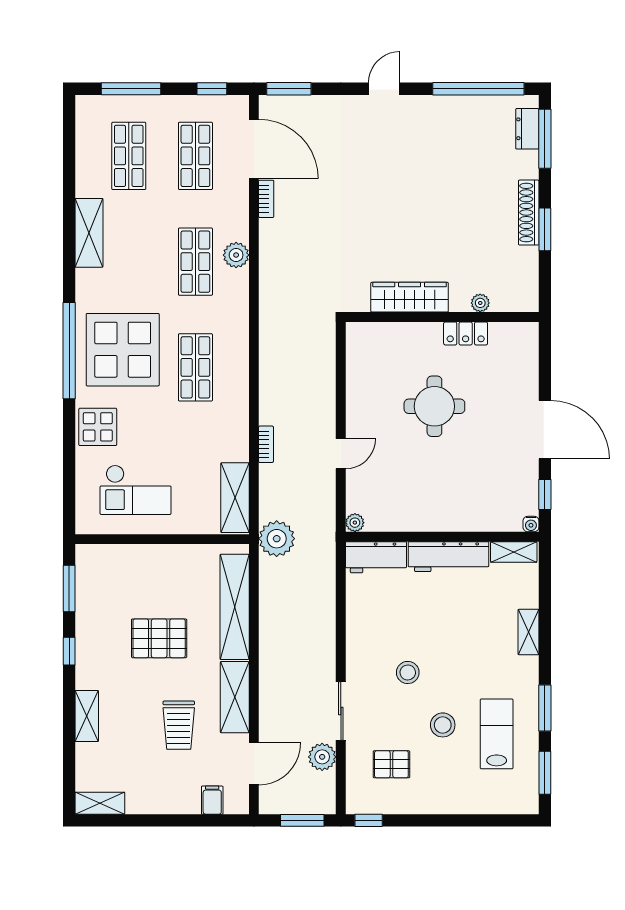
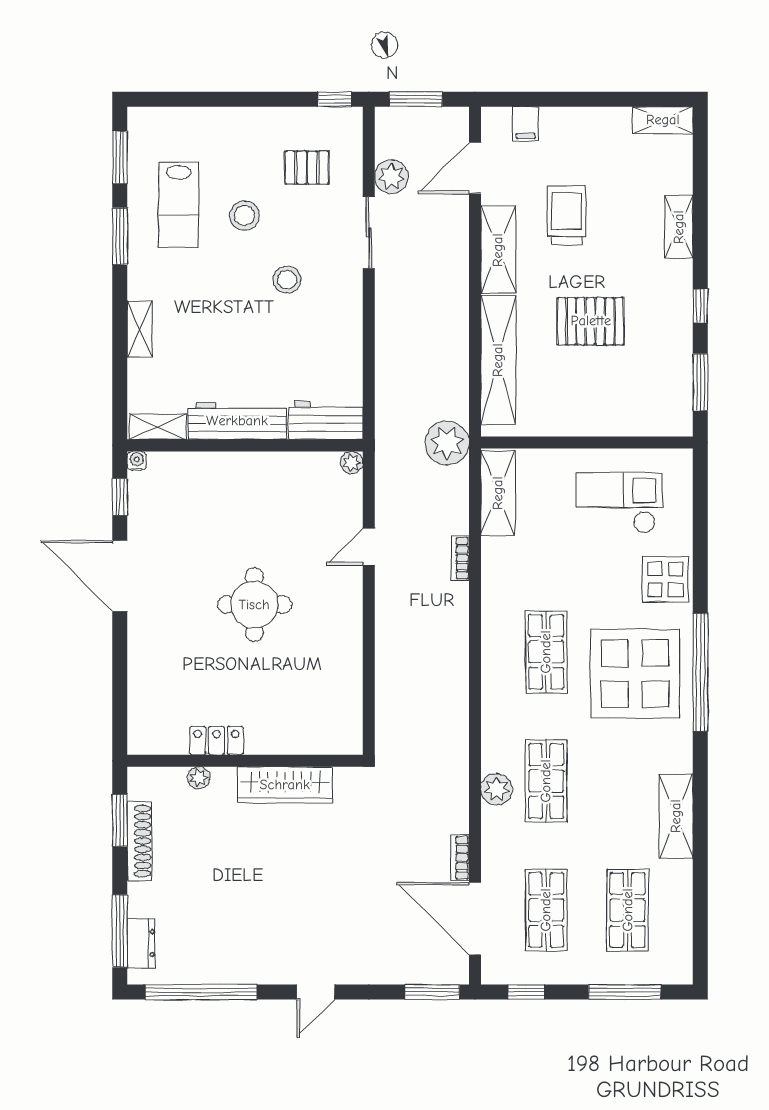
wardrobe: (410, 297) -> (285, 785), moved
plant: (480, 303) -> (199, 778), moved
wall: (442, 317) -> (245, 761), moved
locker: (466, 333) -> (216, 741), moved

